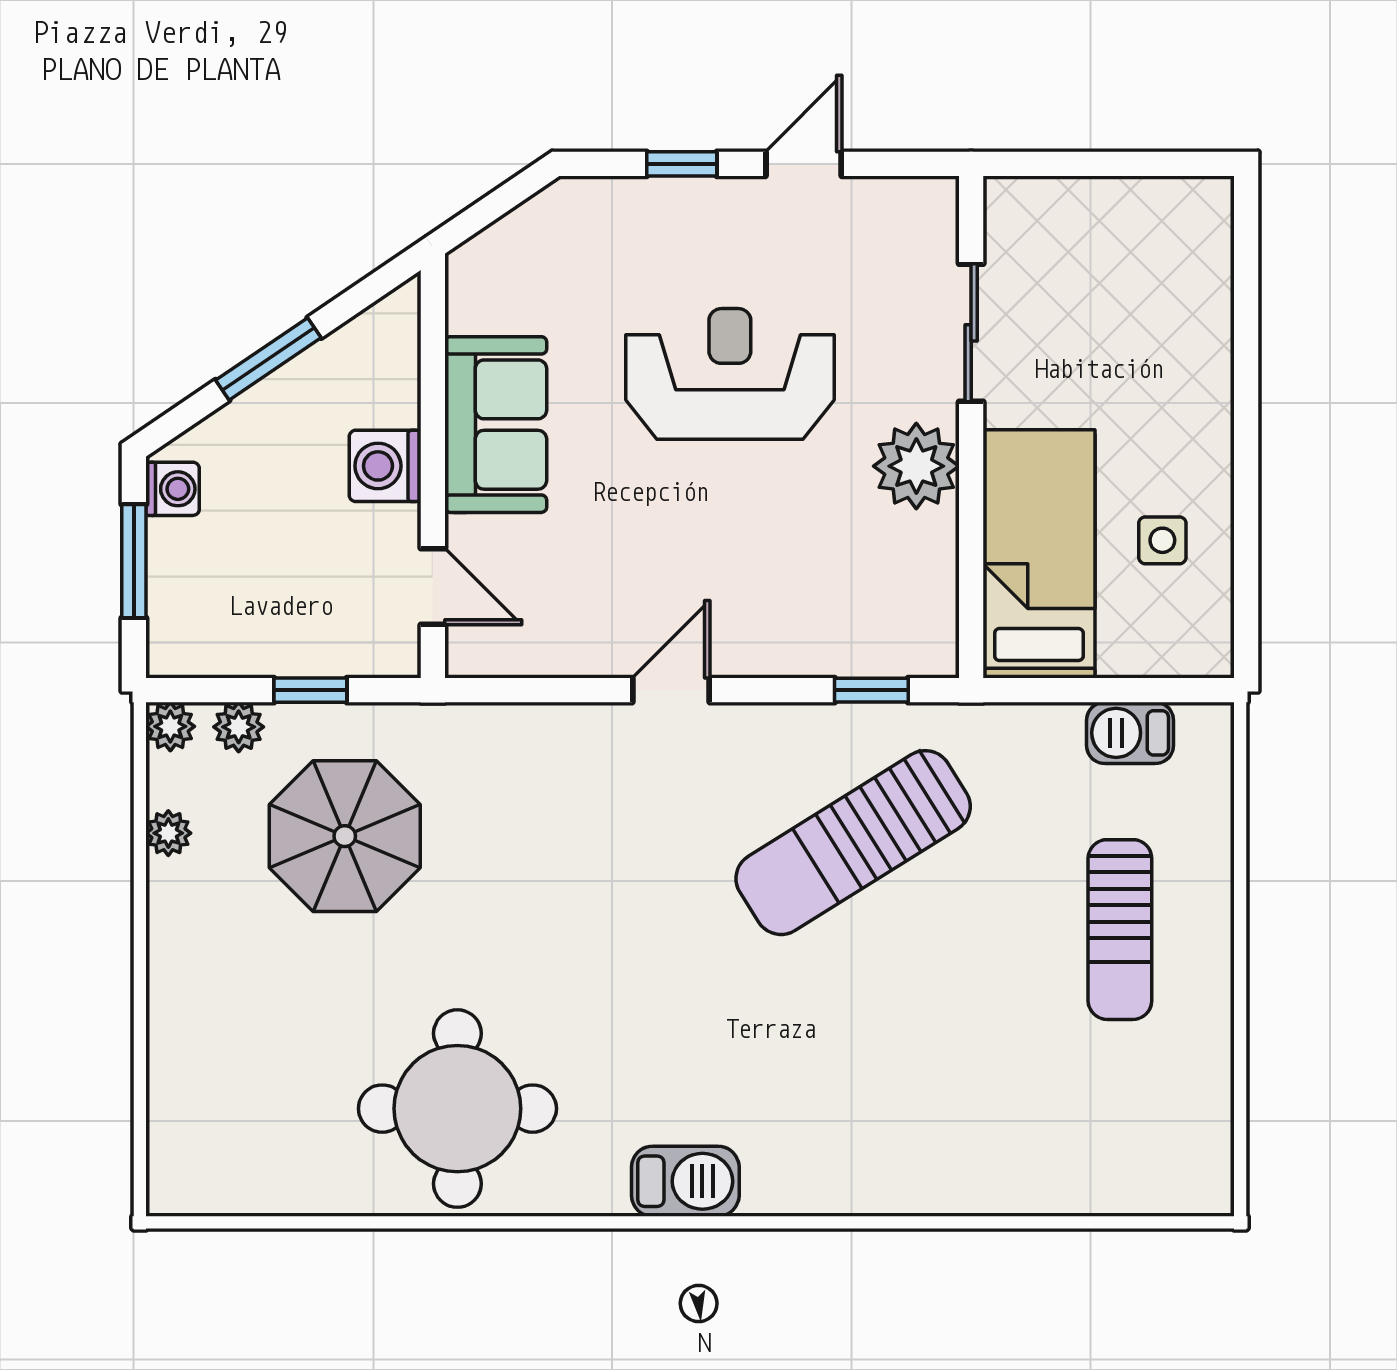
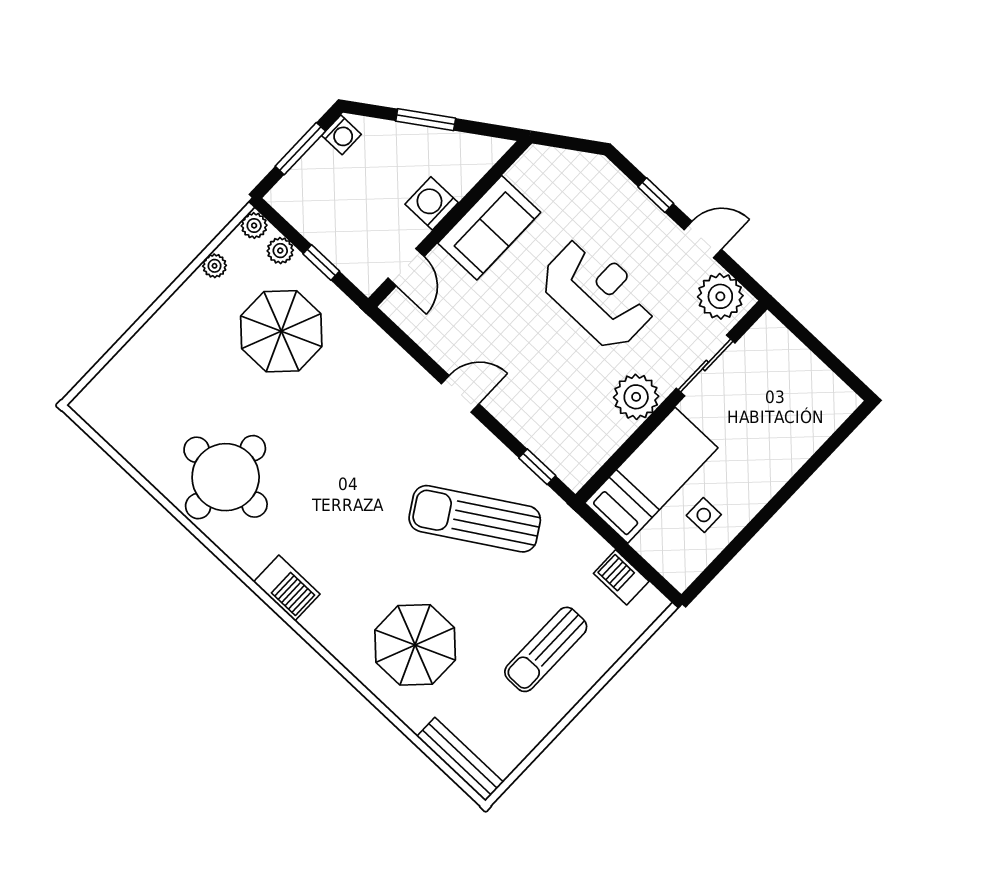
plant: (902, 219) -> (720, 296), added
parasol: (935, 1093) -> (415, 645), added
bench: (1145, 1191) -> (460, 759), added

